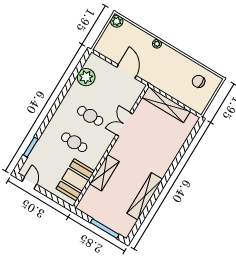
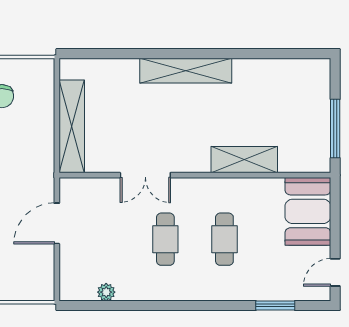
plant: (86, 77) -> (106, 292), width x0.53, depth x0.53
booth: (75, 180) -> (308, 211), moved, turned 90
shelving: (145, 196) -> (186, 71), moved
window: (105, 229) -> (335, 129), moved

